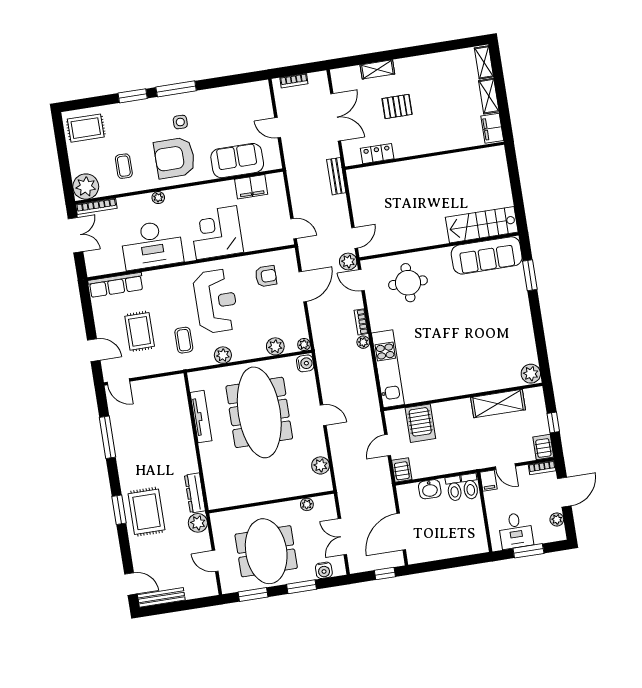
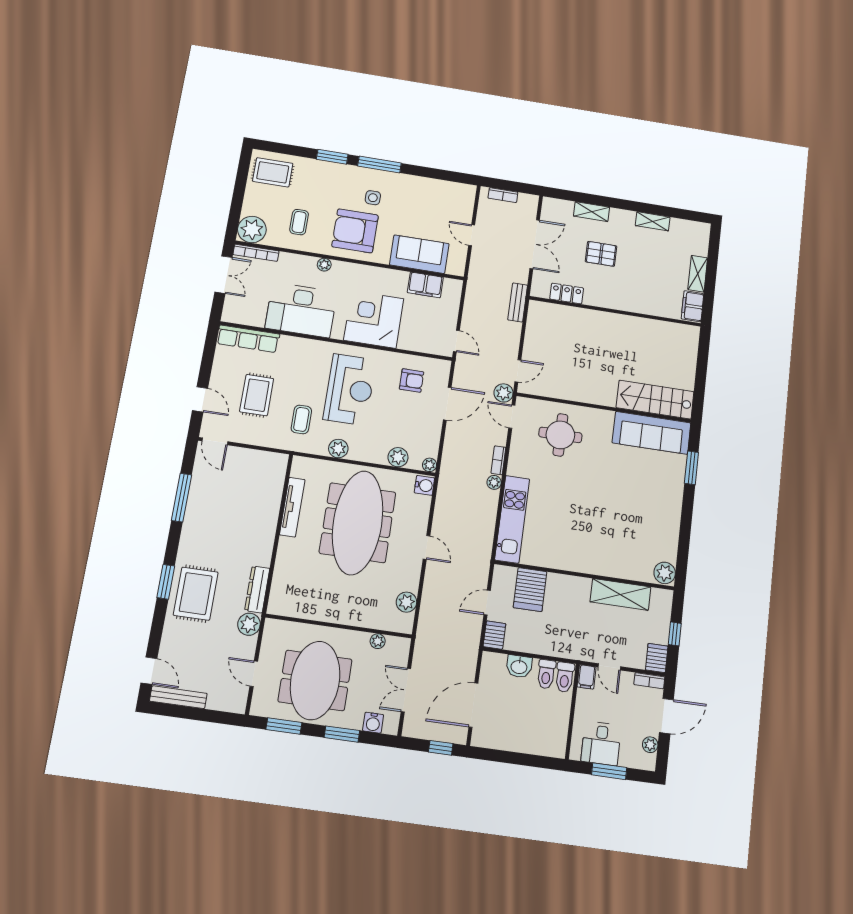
shelving: (484, 62) -> (653, 221), moved, turned 90

